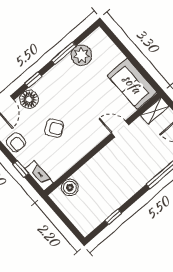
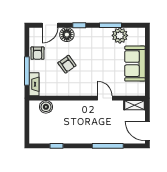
sofa: (132, 84) -> (135, 64), moved
window: (21, 169) -> (27, 71), width x2.17

